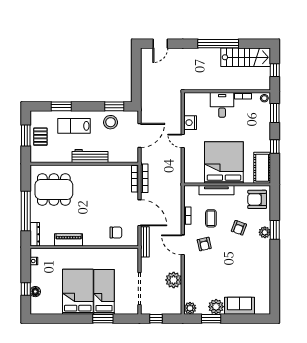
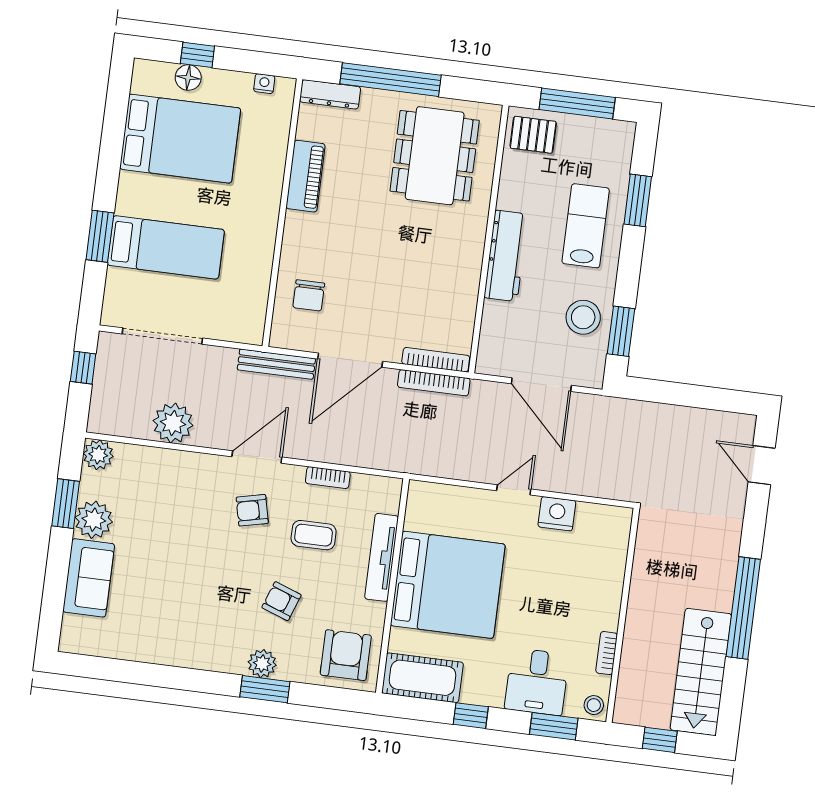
desk: (222, 105) -> (537, 682), moved, turned 90
window: (26, 135) -> (577, 103), width x1.44
pallet: (40, 137) -> (533, 135), moved
bed: (78, 292) -> (180, 139), moved

